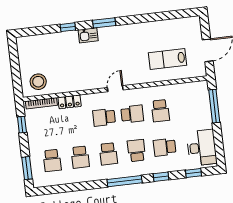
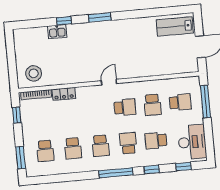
kitchen sink: (88, 35) -> (57, 32), moved
lab bench: (167, 59) -> (175, 26), moved
school desk: (104, 117) -> (180, 102), moved, turned 180

